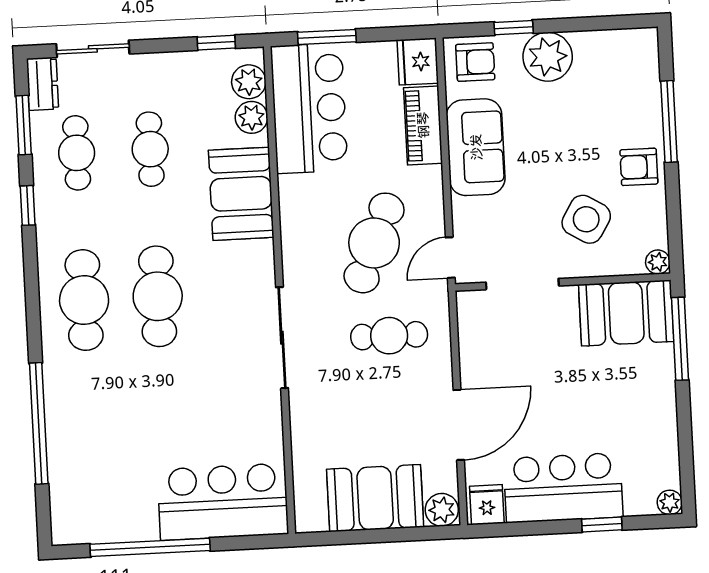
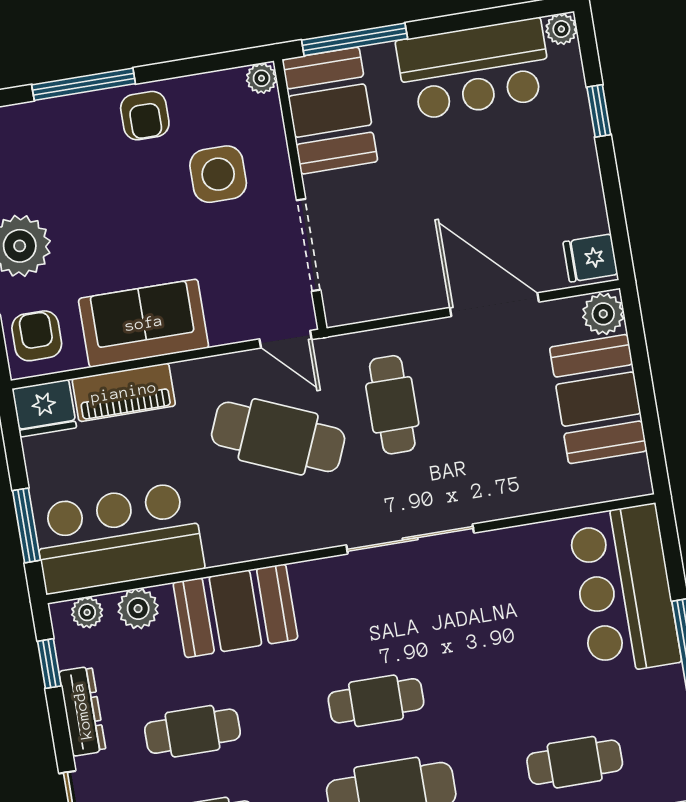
dresser: (176, 64) -> (82, 711), added
plant: (249, 82) -> (87, 612), width x0.73, depth x0.73
side table: (586, 219) -> (218, 174), turned -31
cafe table: (158, 296) -> (376, 701), width x0.73, depth x0.74
cafe table: (92, 447) -> (575, 762), added
bar counter: (563, 488) -> (474, 69), moved, turned -90

